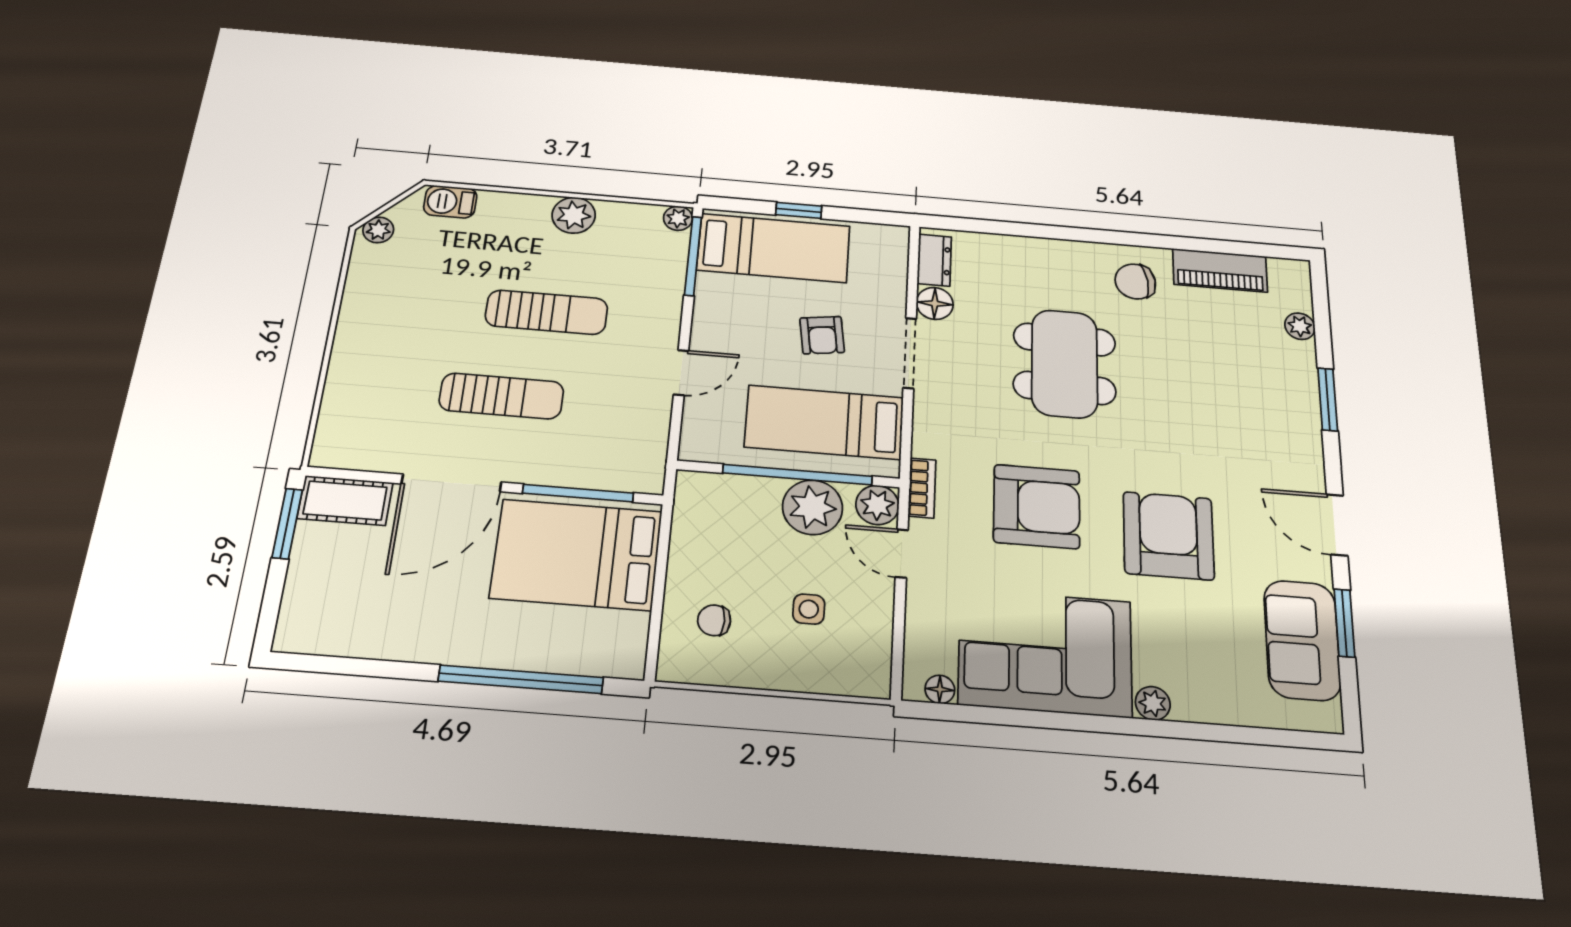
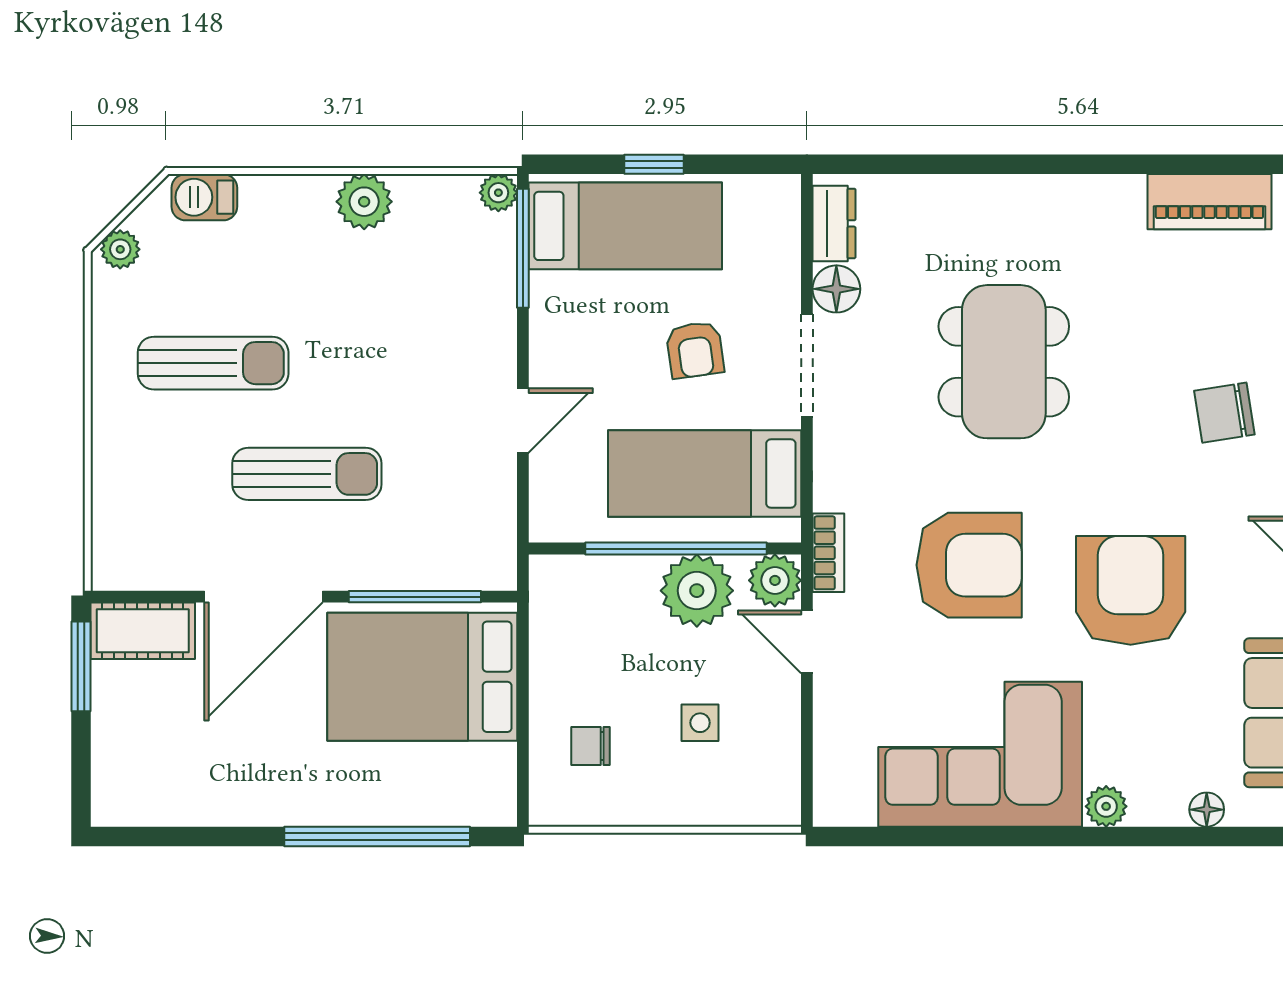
chair: (1135, 281) -> (1224, 413), moved
sun lounger: (547, 312) -> (213, 363), moved
floor lamp: (940, 689) -> (1207, 810), moved

